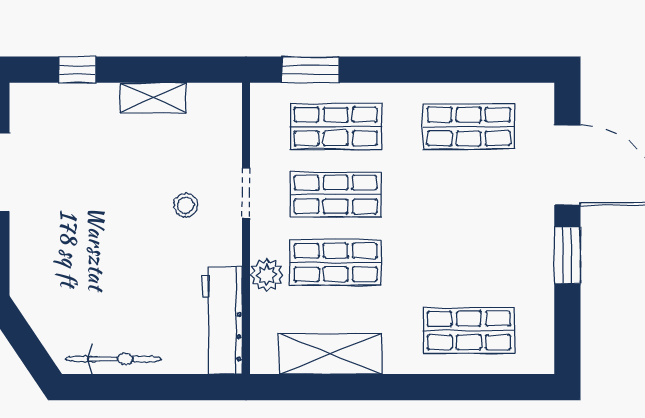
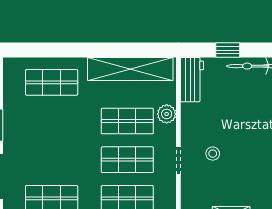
workbench: (222, 321) -> (192, 80), width x0.73
shelving: (330, 354) -> (130, 69), width x1.47
window: (159, 387) -> (228, 50), added

